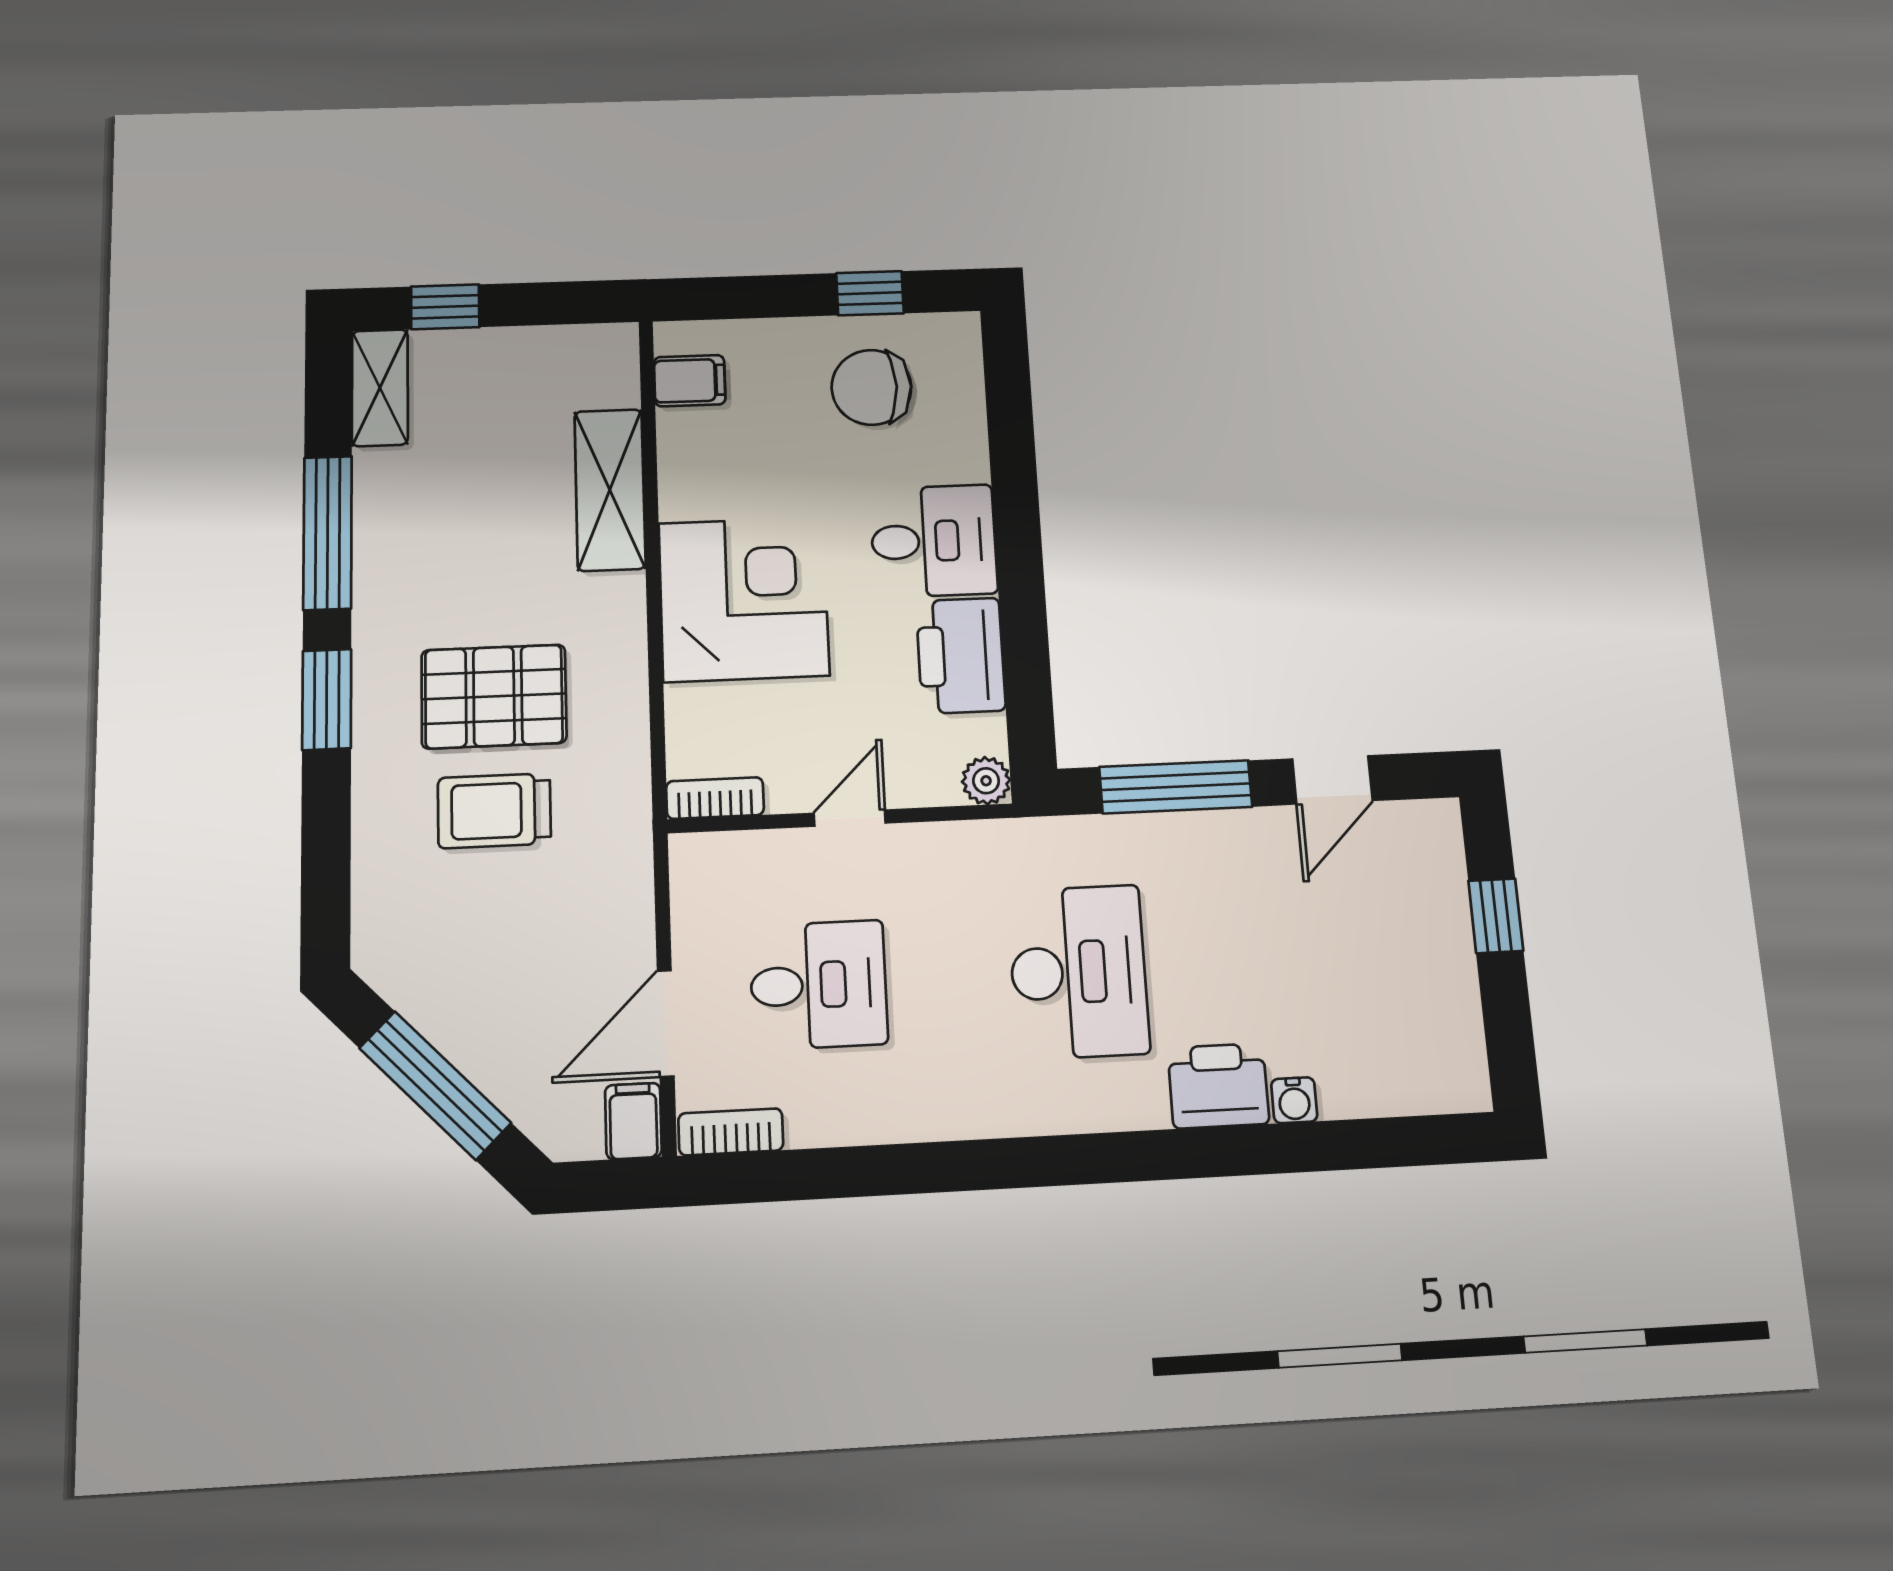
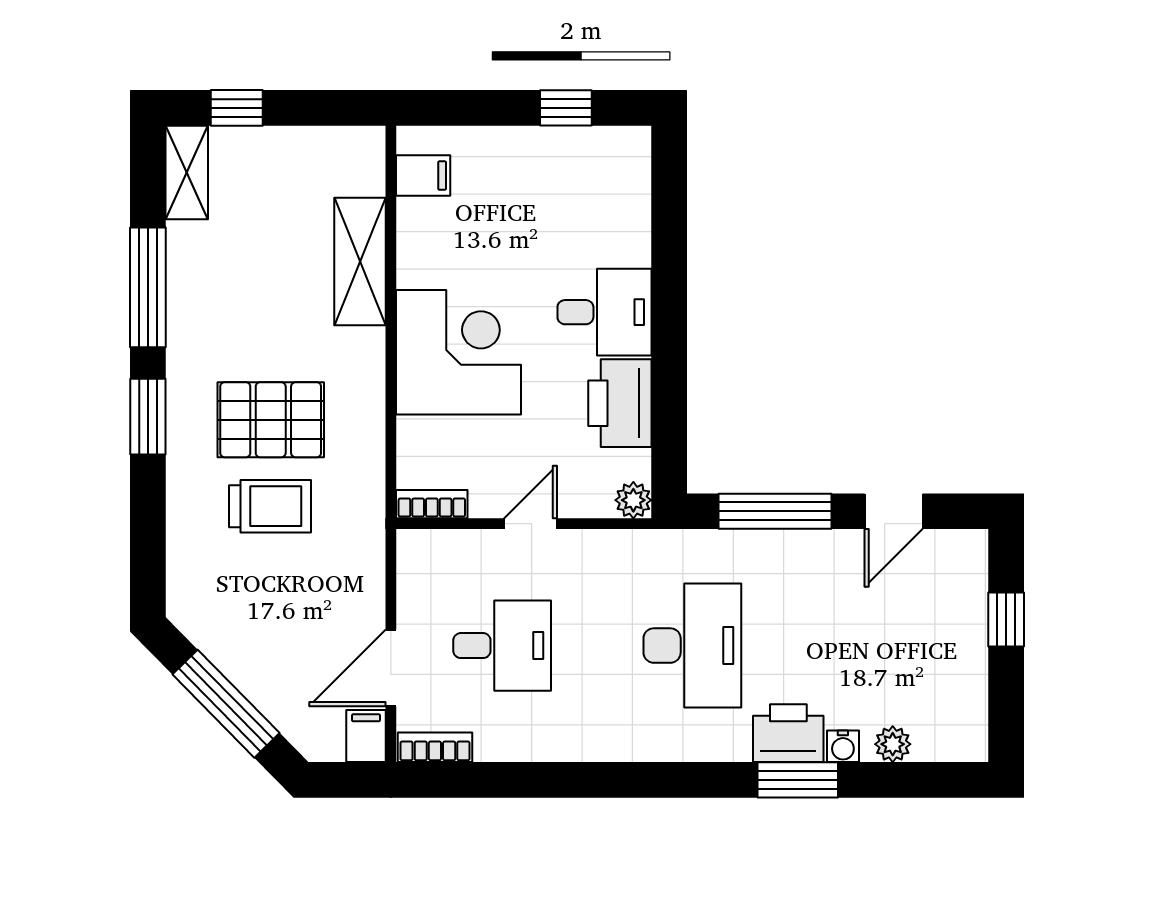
chair: (871, 387) -> (563, 186), removed
trolley: (494, 811) -> (270, 506), turned 180
plant: (1362, 1094) -> (893, 744), added
window: (1237, 1151) -> (798, 780), added

